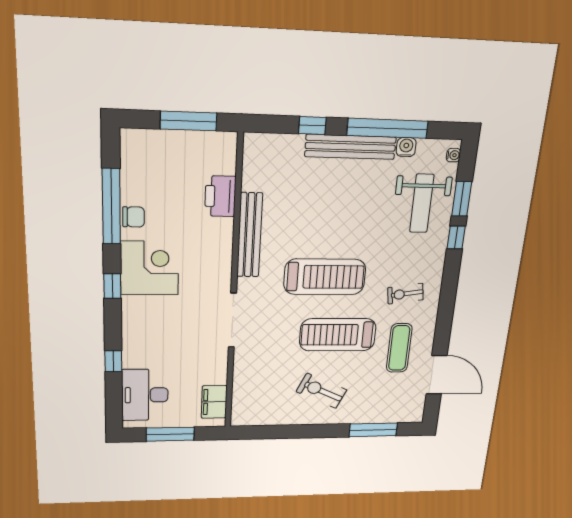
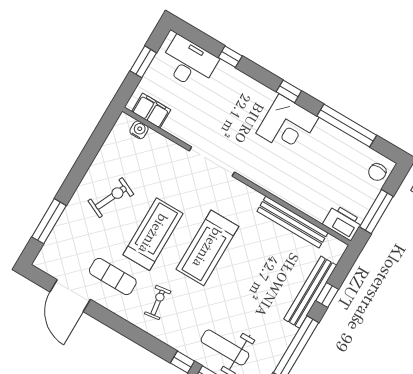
bench: (351, 147) -> (310, 292), moved
water cooler: (406, 147) -> (139, 130), moved, turned -90
printer: (220, 196) -> (343, 223), moved
chair: (134, 217) -> (377, 172), moved
bench: (250, 235) -> (292, 222), moved
door: (437, 375) -> (70, 296), hinge flipped
window: (170, 434) -> (143, 62), width x0.69

